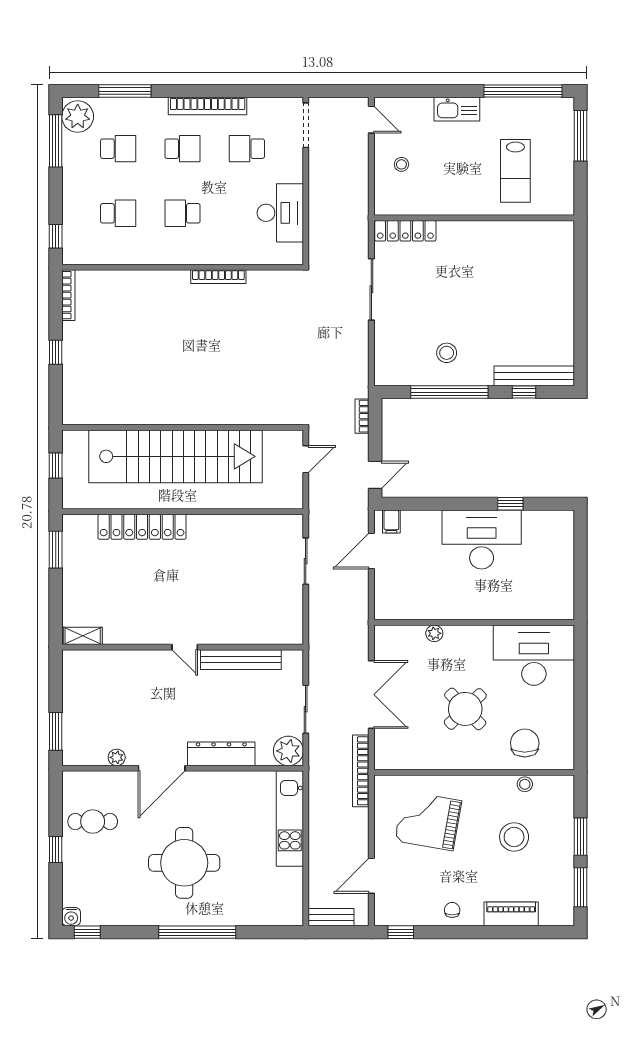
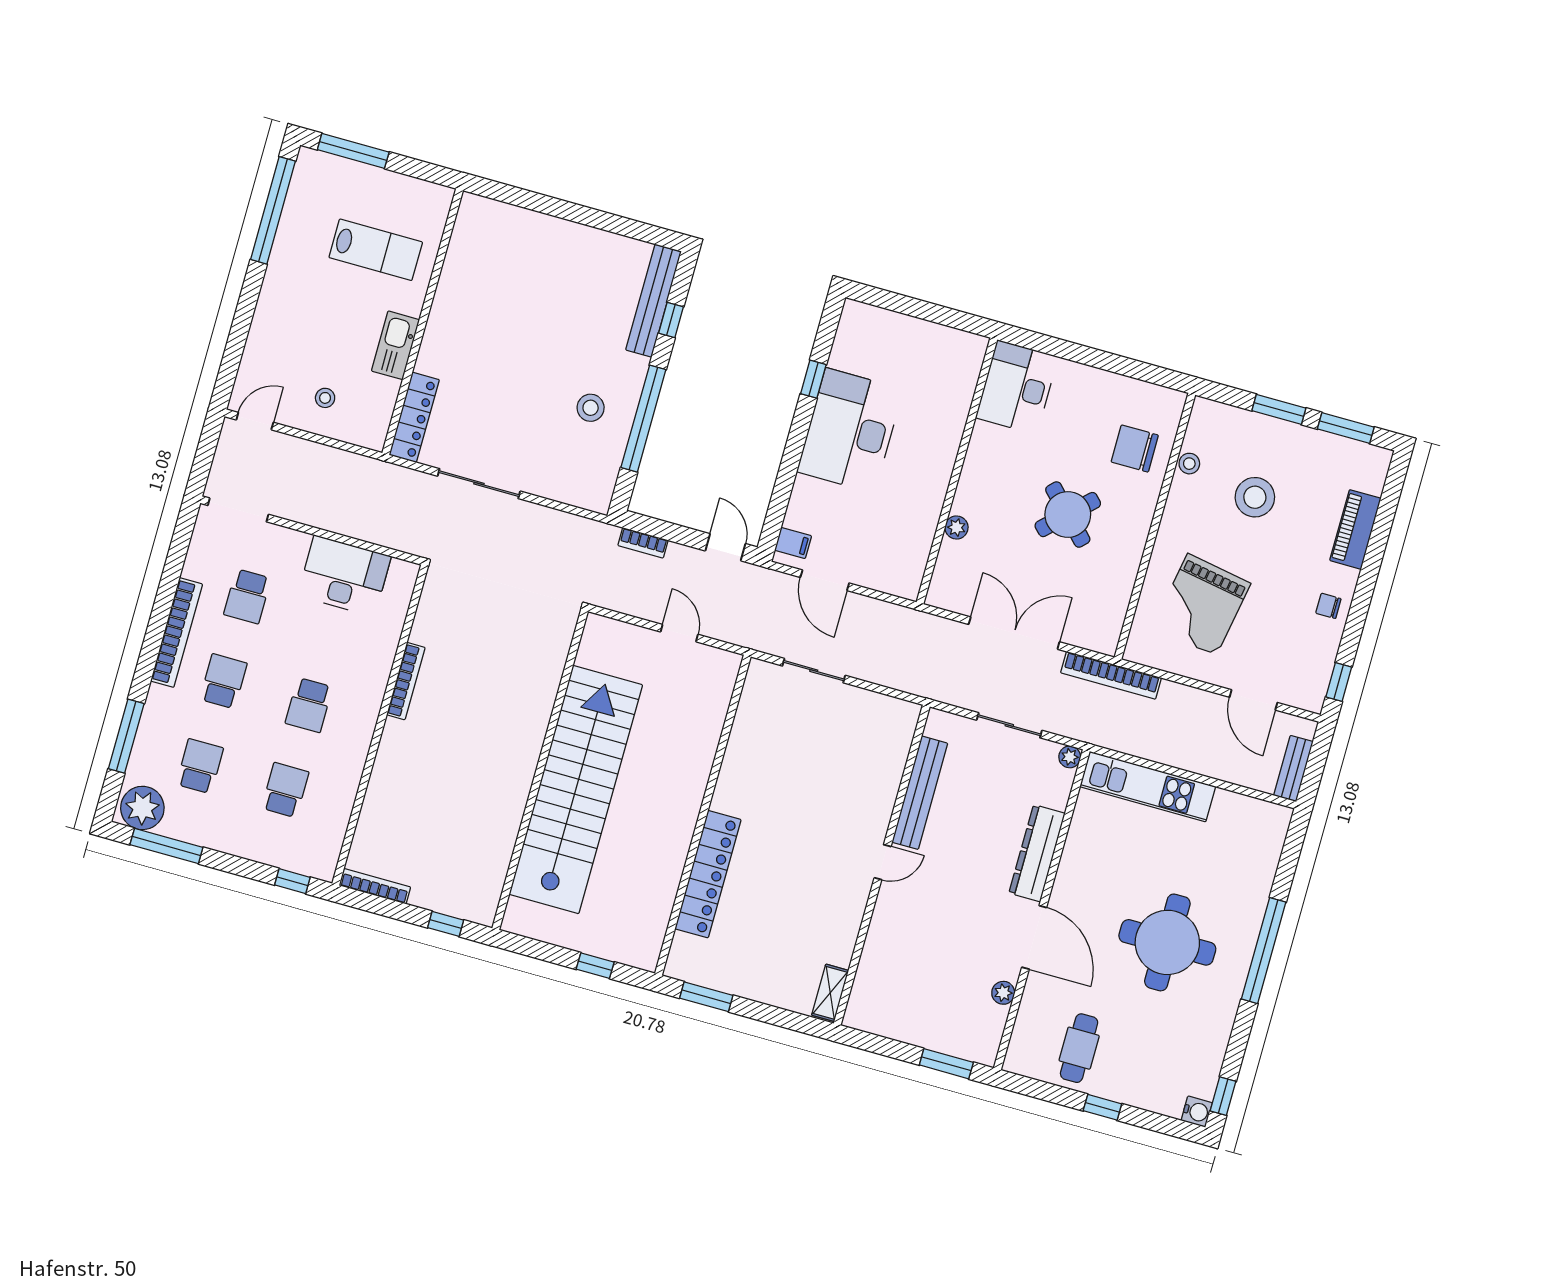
kitchen sink: (457, 109) -> (395, 345), moved, turned 180
wall: (183, 427) -> (540, 770), moved
stairs: (176, 456) -> (576, 790), moved
desk: (534, 655) -> (1017, 387), width x0.73, depth x0.77
plant: (288, 751) -> (1070, 757), width x0.53, depth x0.53

